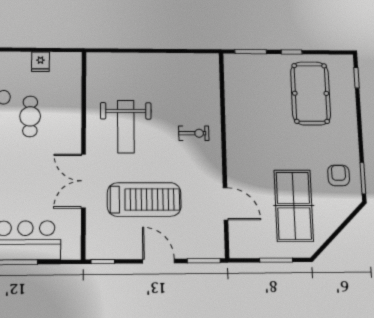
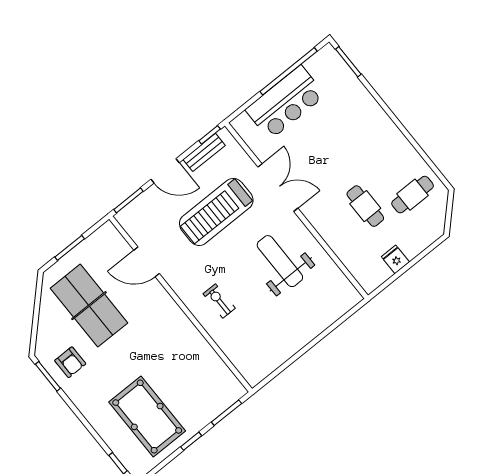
exercise bike: (194, 133) -> (219, 301), turned 90
bench: (118, 252) -> (204, 152), added

